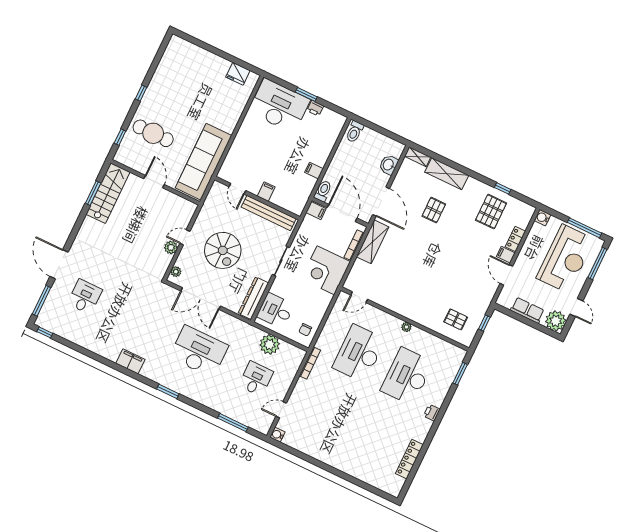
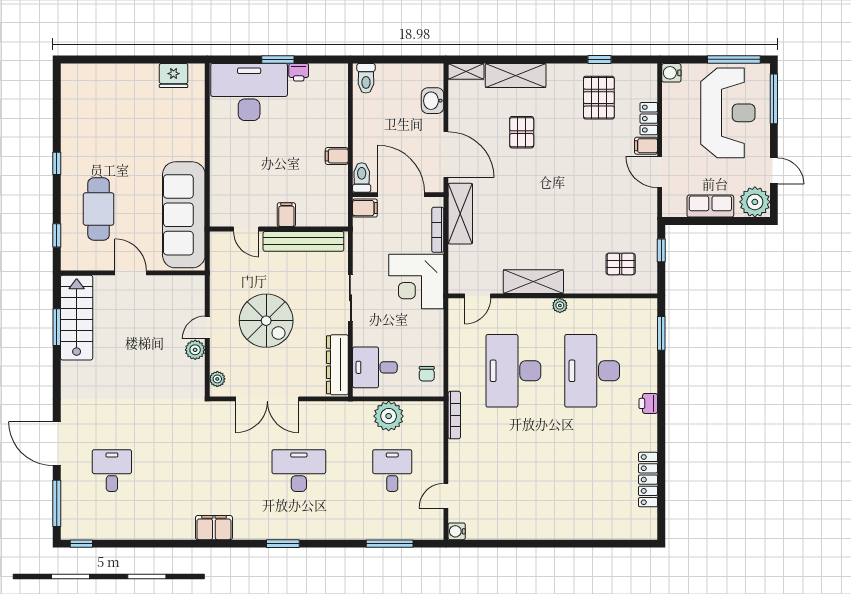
cafe table: (153, 133) -> (99, 209), turned 90
shelving: (397, 305) -> (533, 282), added
desk: (199, 351) -> (299, 471), width x0.73, depth x0.77

